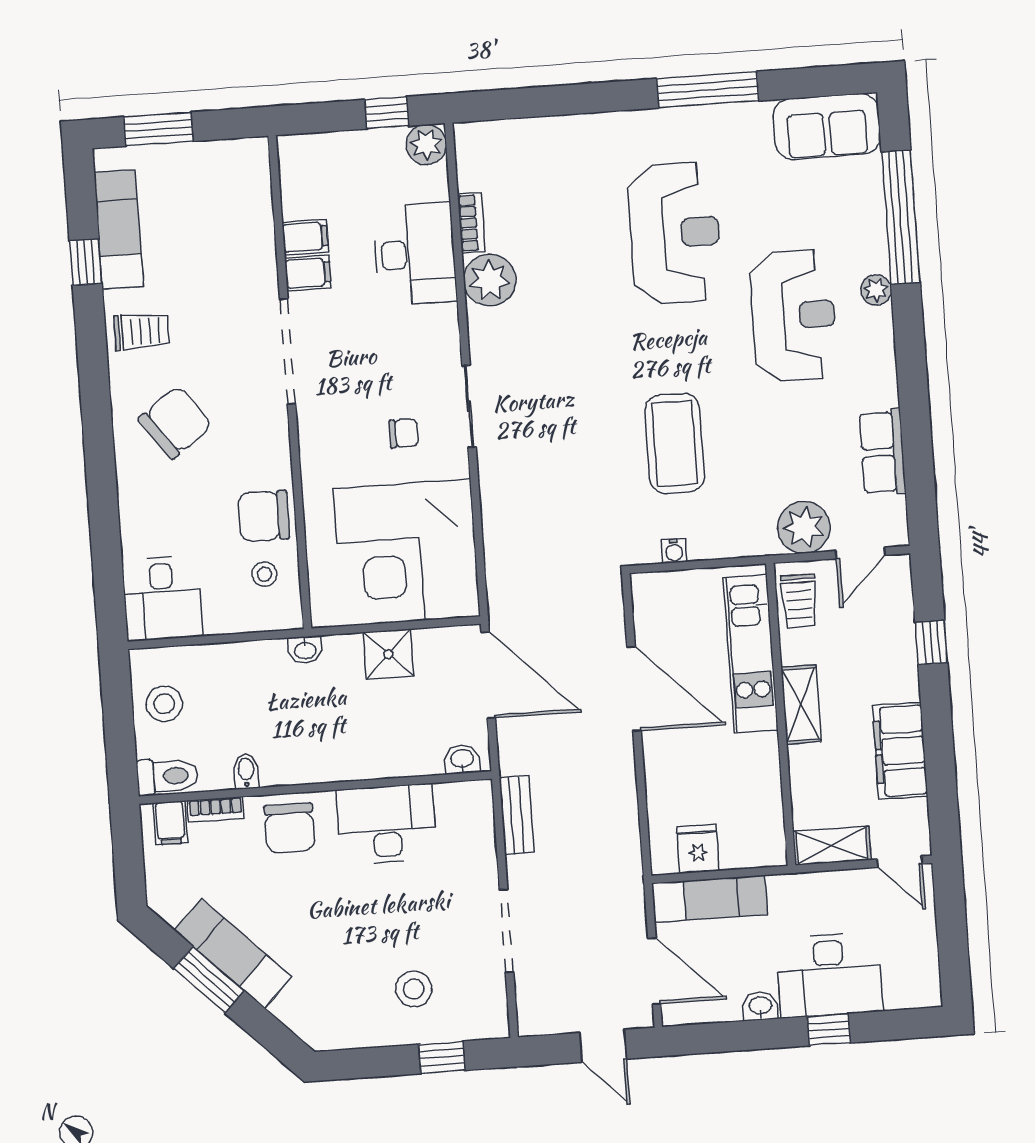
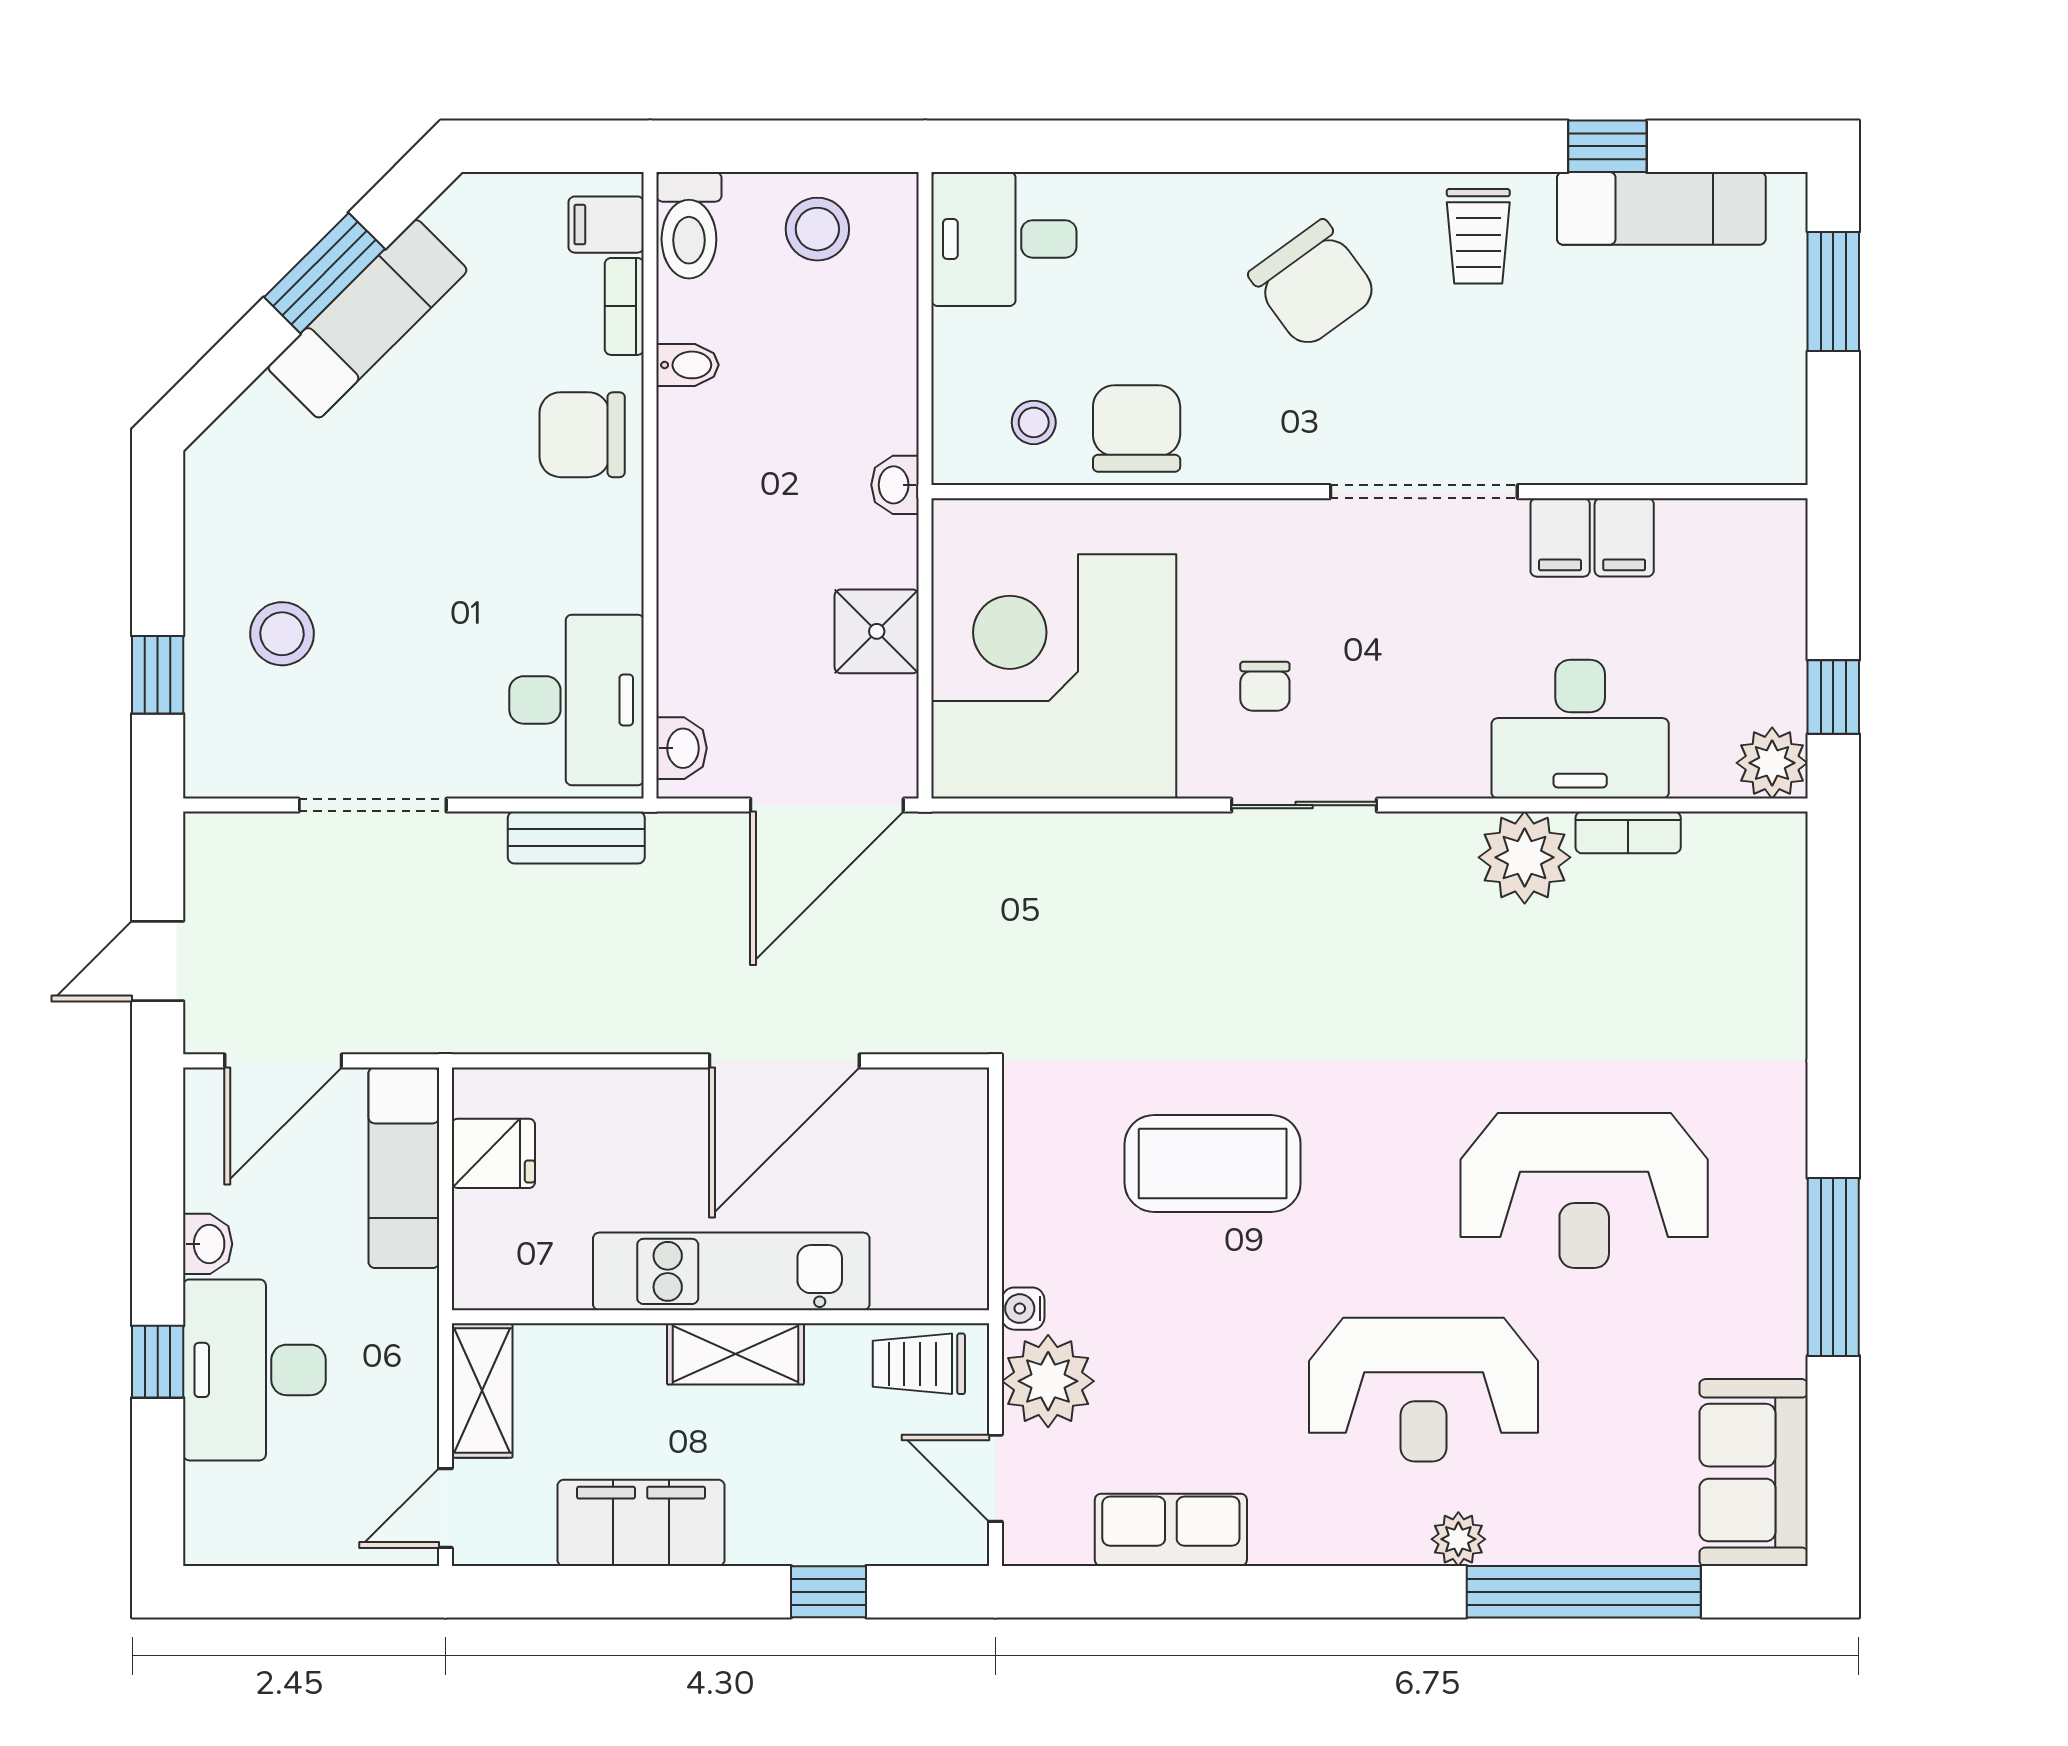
water cooler: (674, 551) -> (1023, 1309), moved
kitchen unit: (751, 654) -> (731, 1271), moved
desk: (387, 824) -> (577, 700), moved

